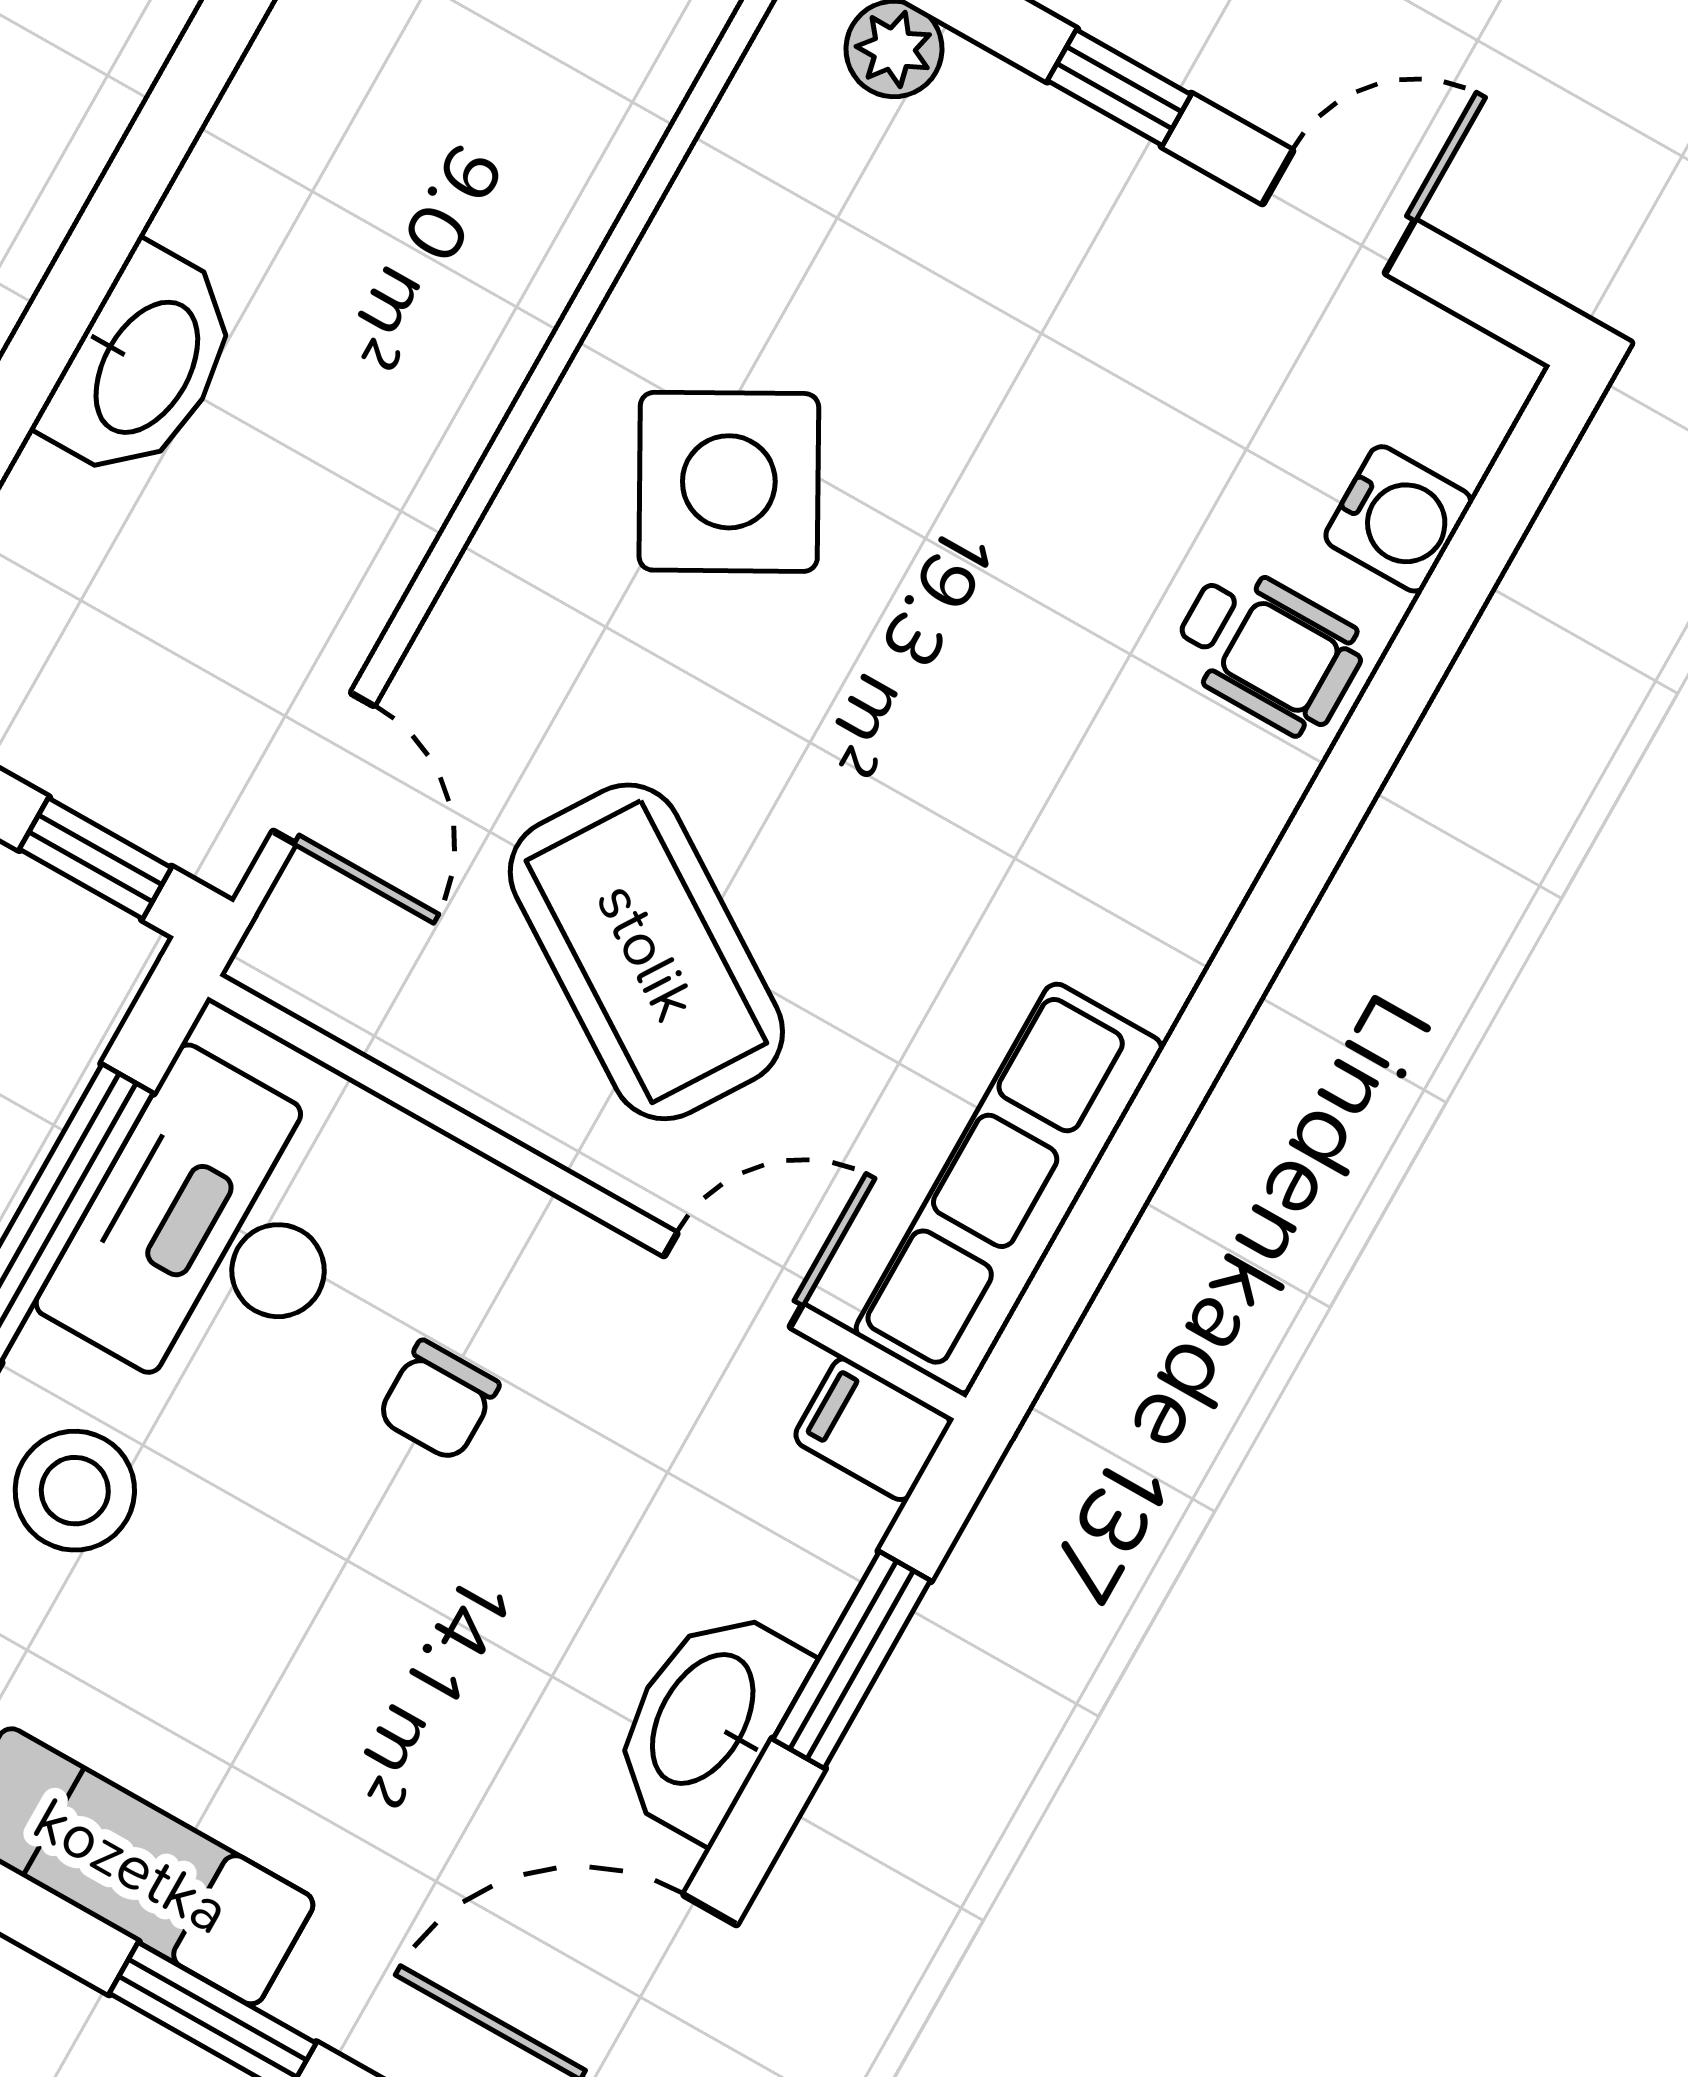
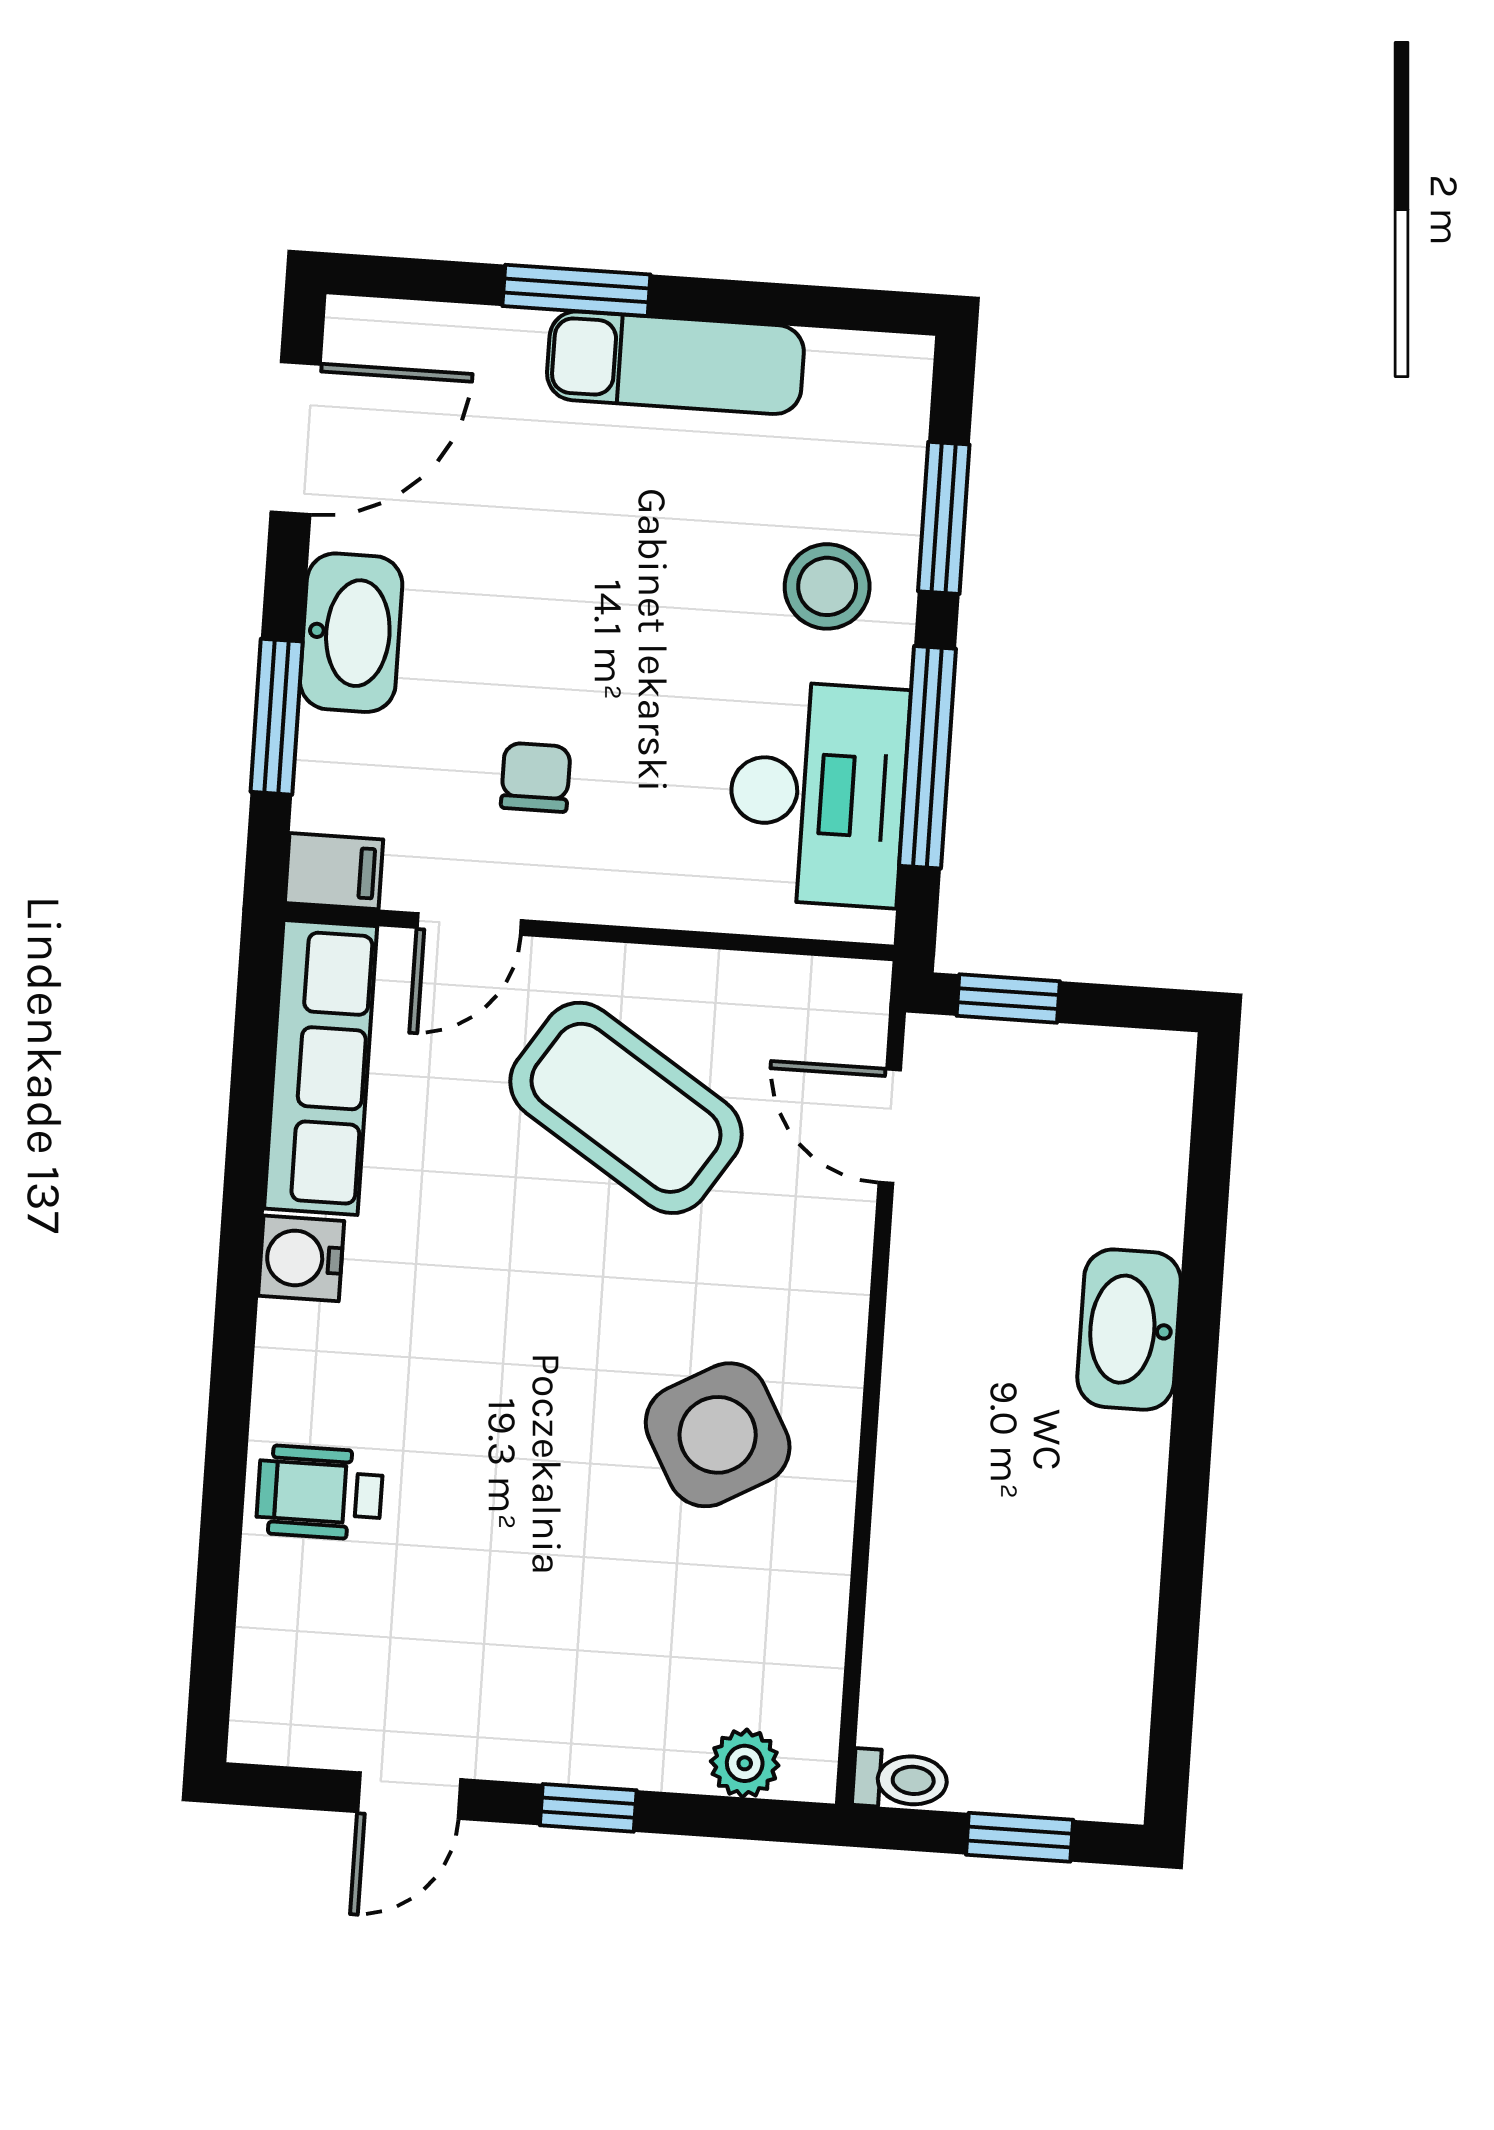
water cooler: (1398, 519) -> (301, 1258), moved
chair: (438, 1401) -> (536, 777), moved

